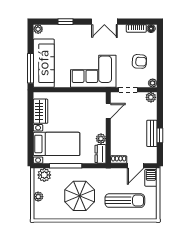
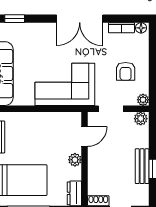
window: (66, 22) -> (15, 19), moved
double door: (104, 22) -> (80, 19), width x1.37
armchair: (139, 61) -> (126, 71), turned 86
plant: (101, 139) -> (75, 160), moved

